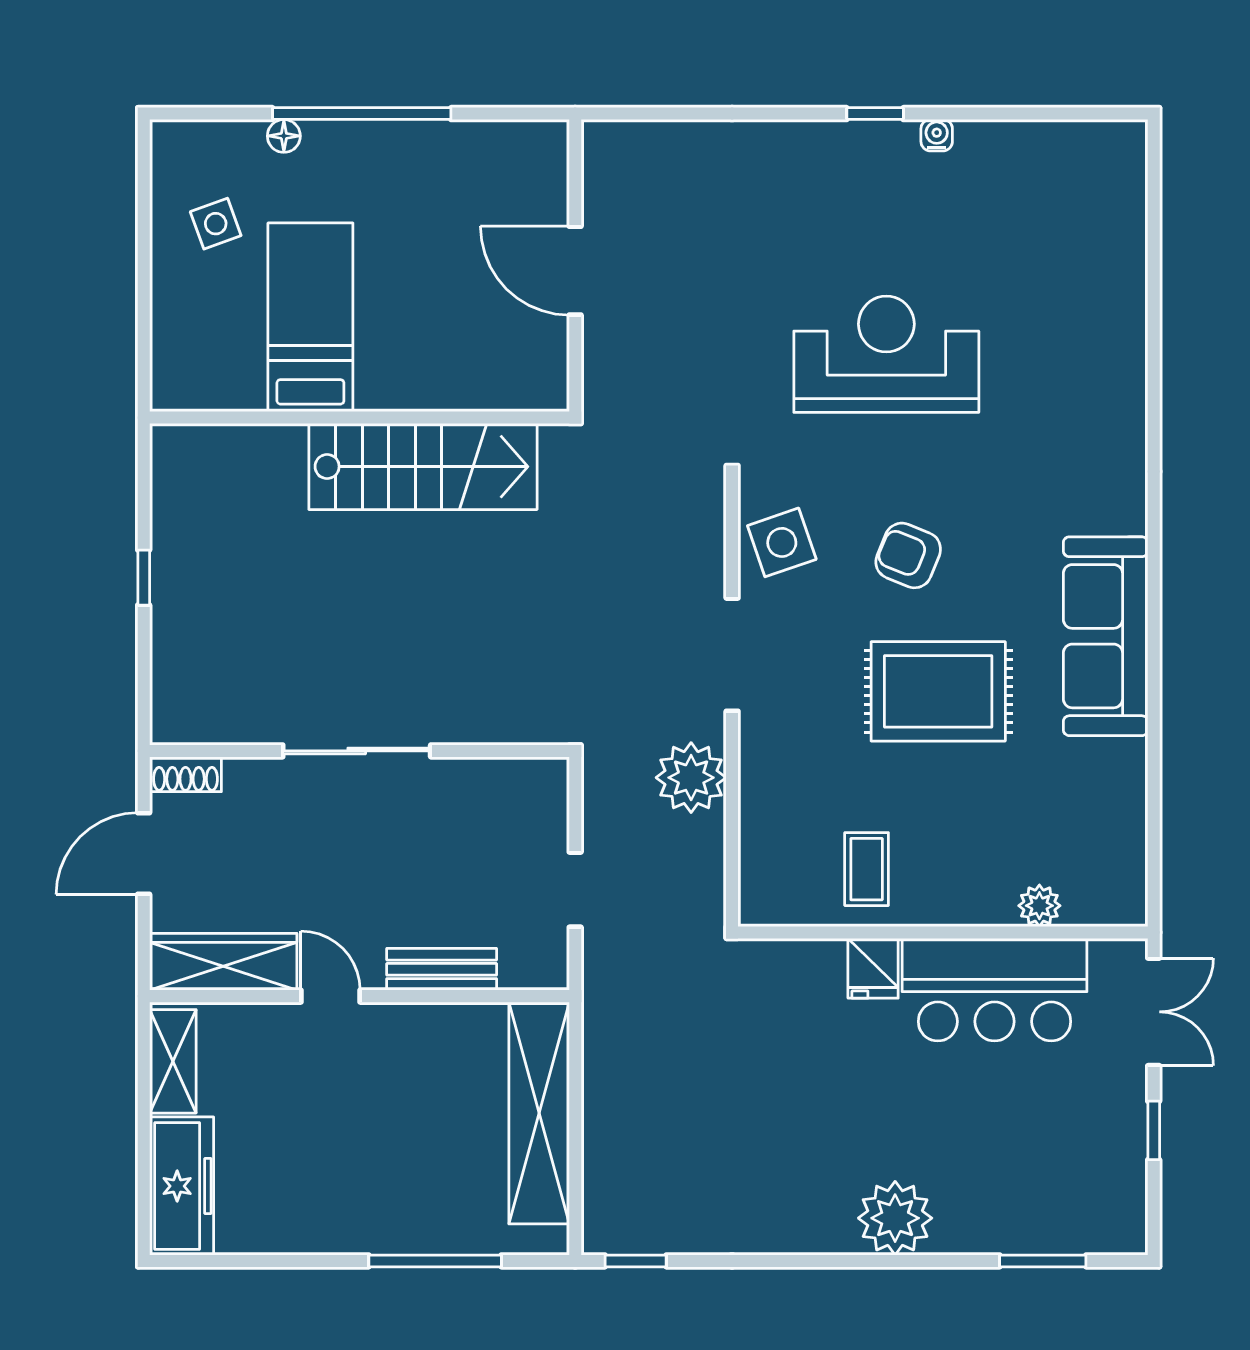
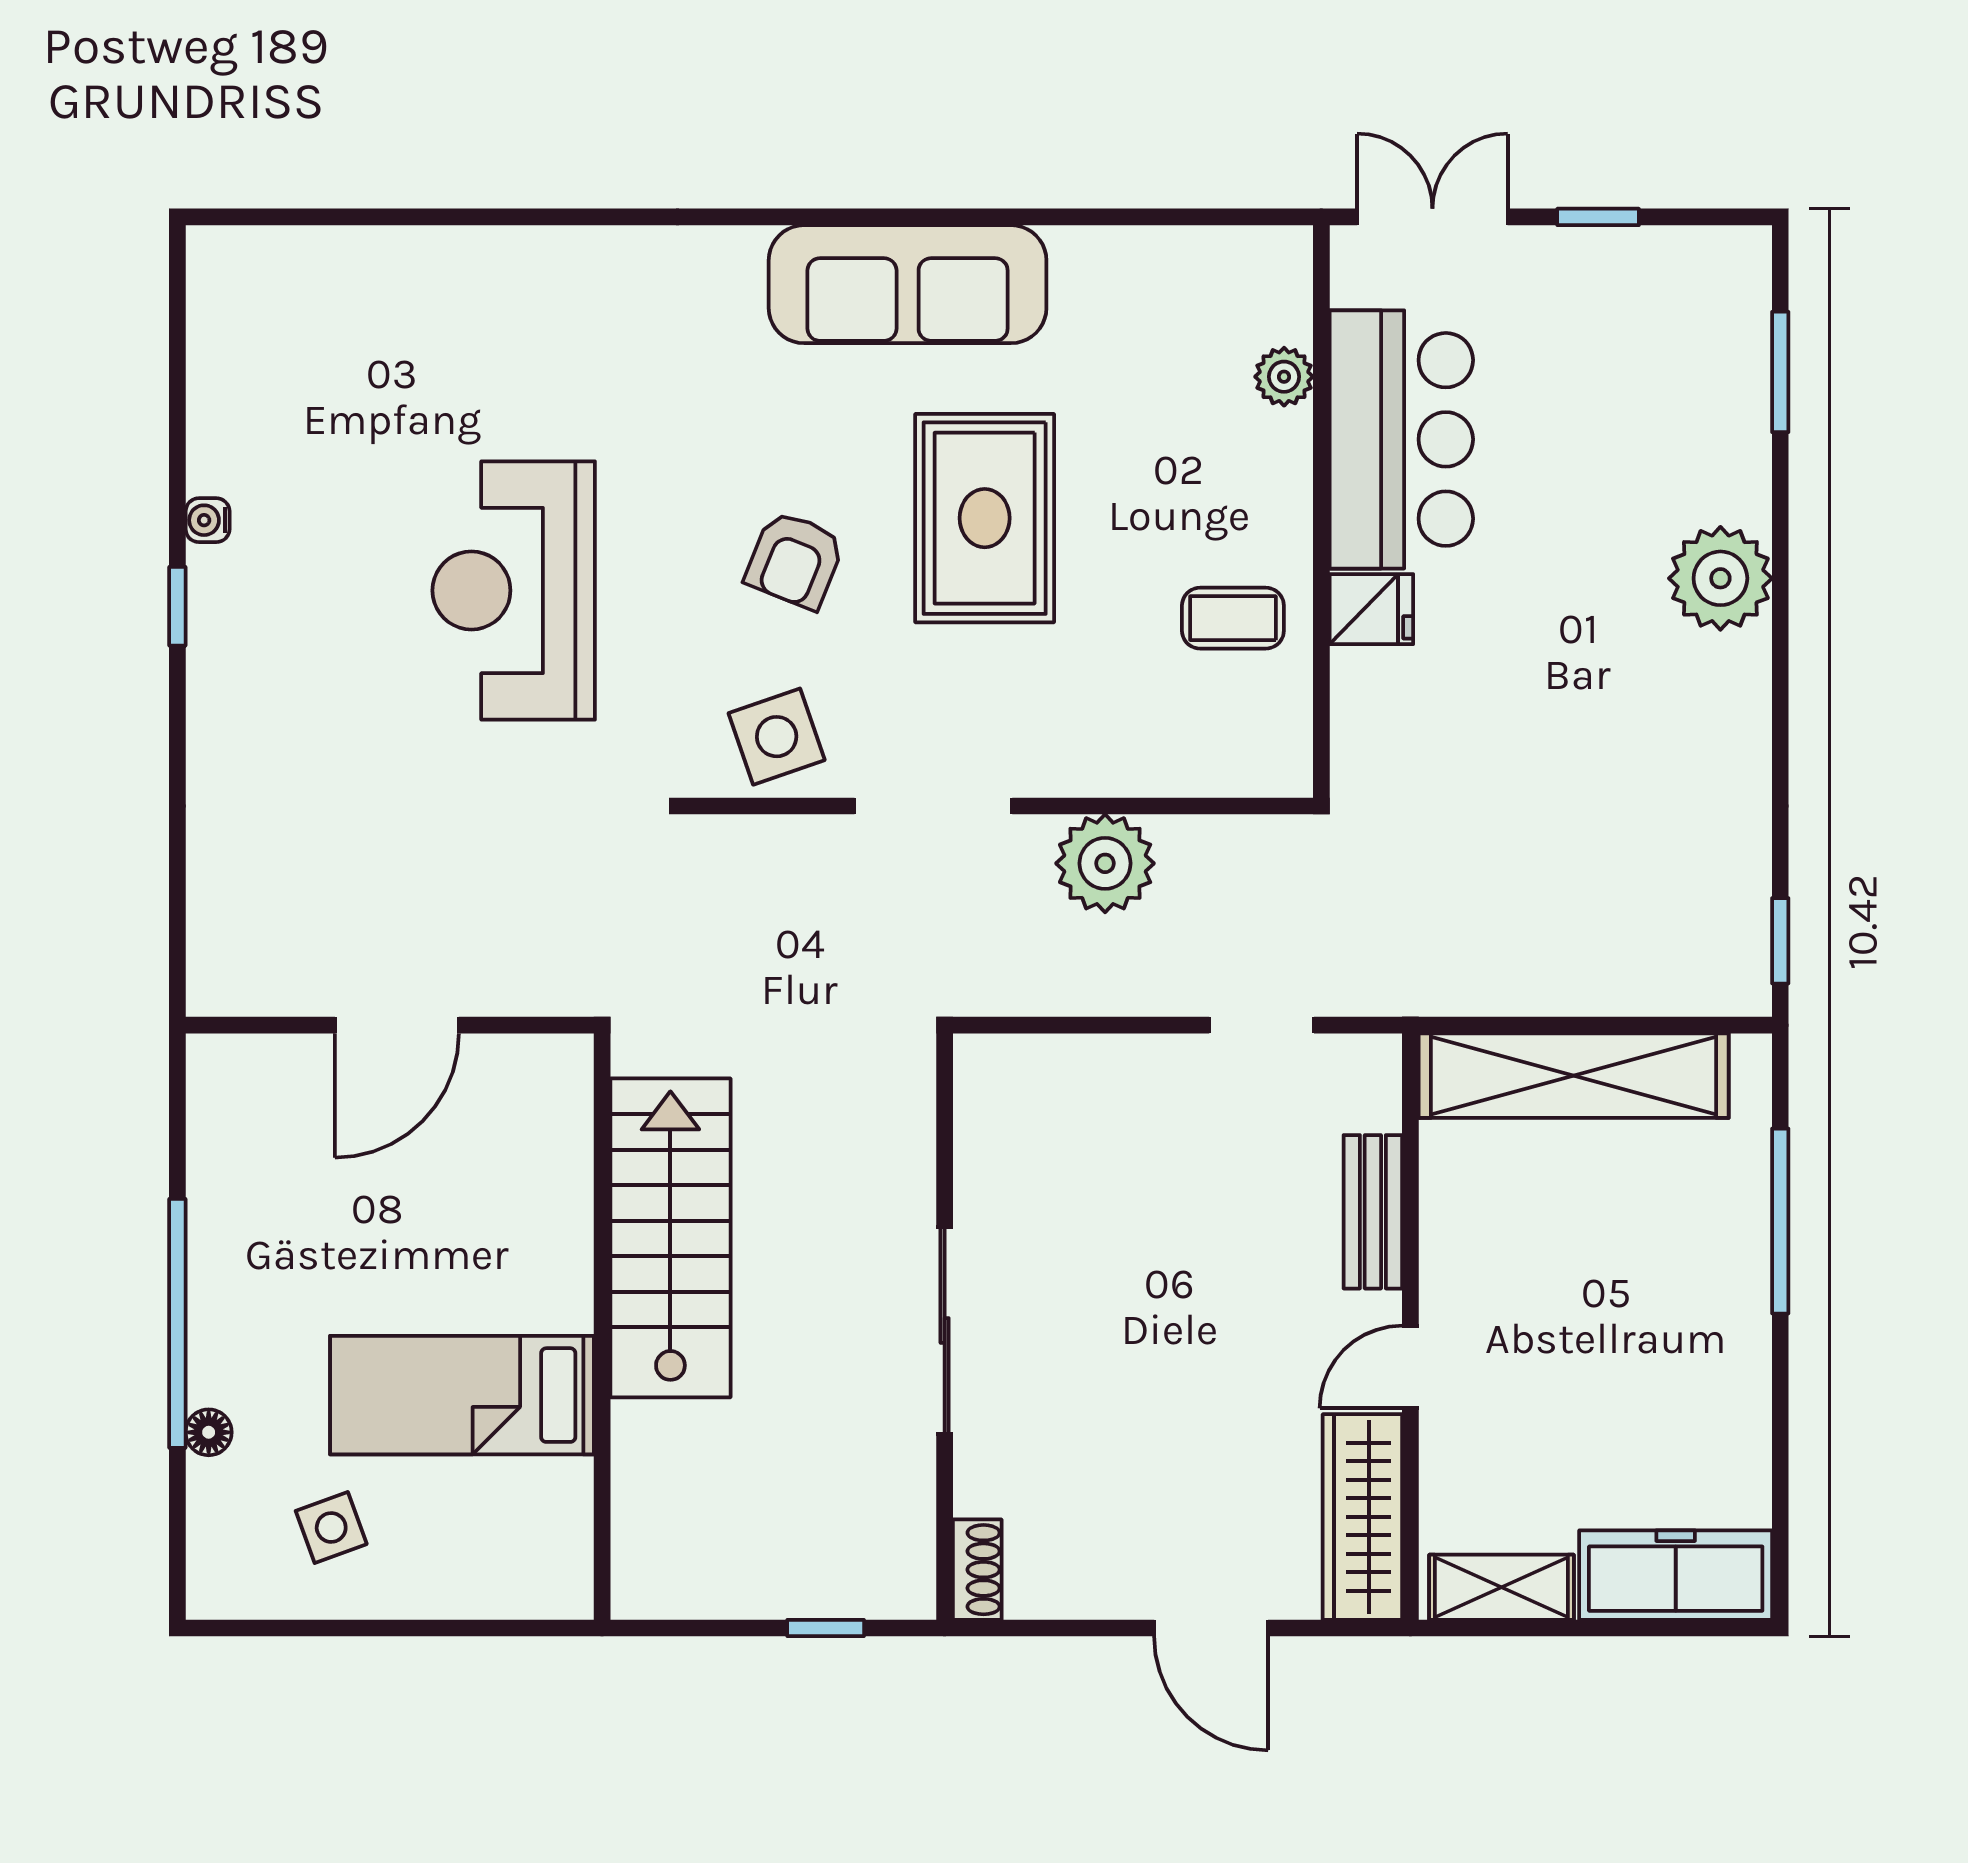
sliding door: (357, 751) -> (945, 1331), moved
wall: (359, 751) -> (945, 1327), moved
shoe rack: (185, 774) -> (977, 1570), moved

